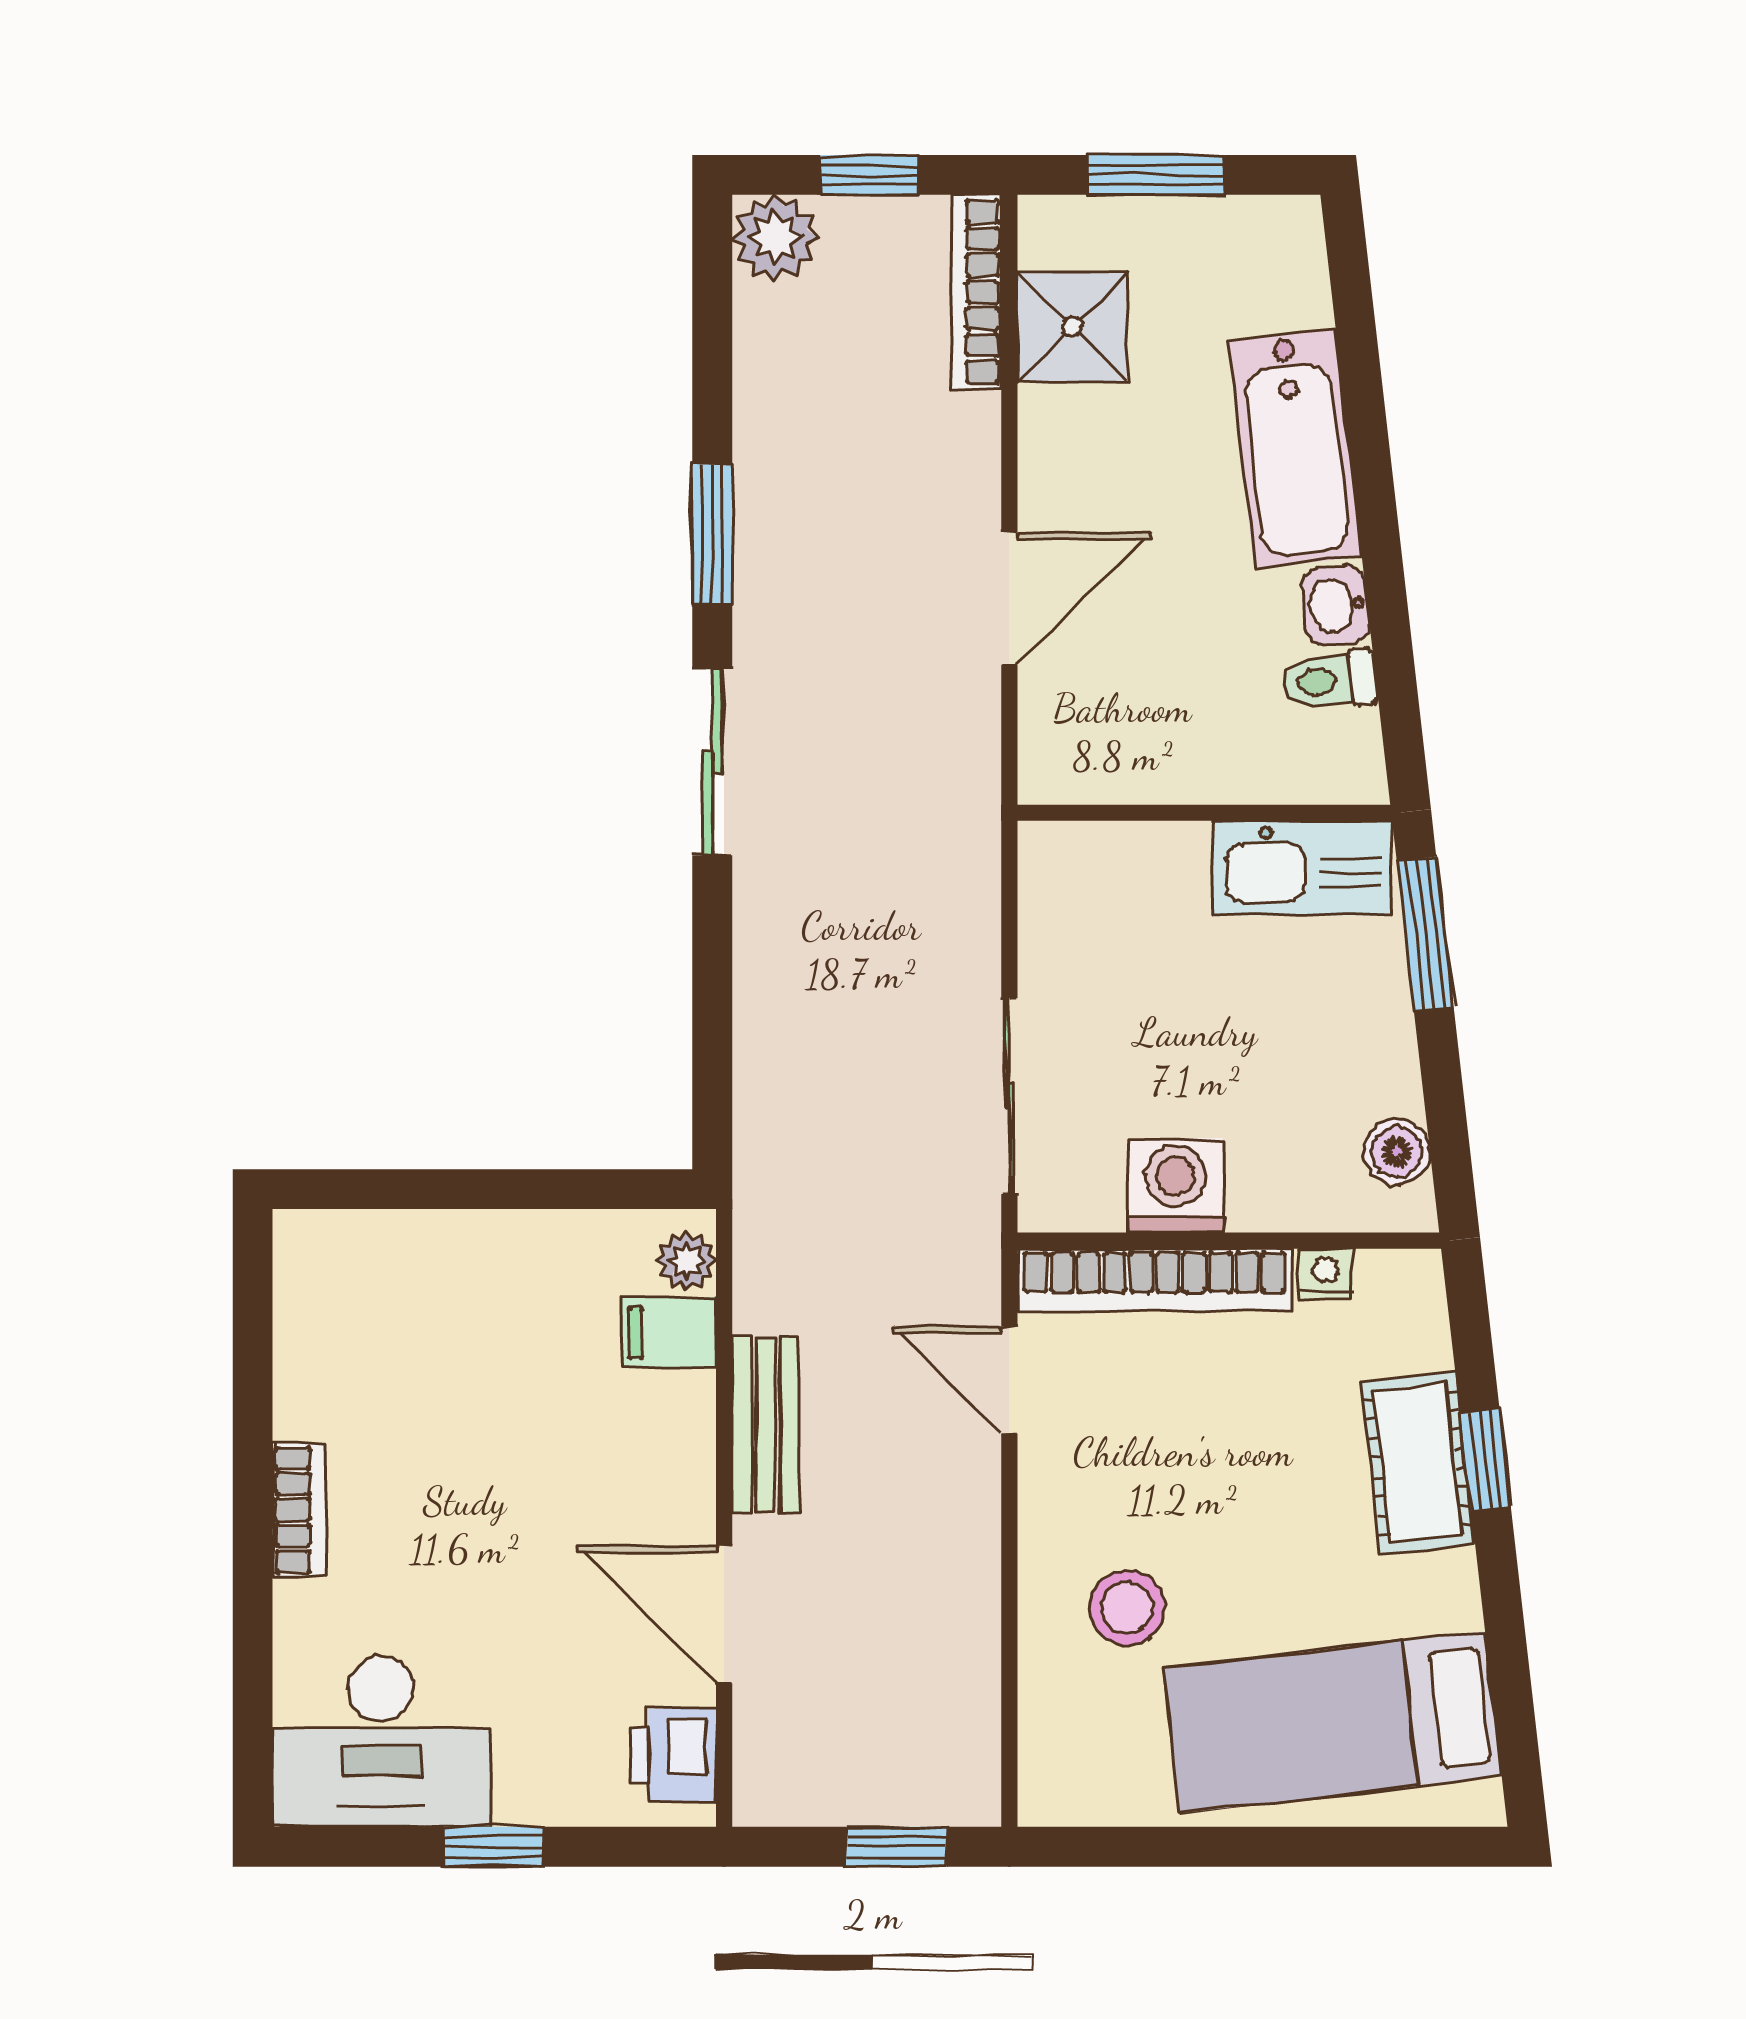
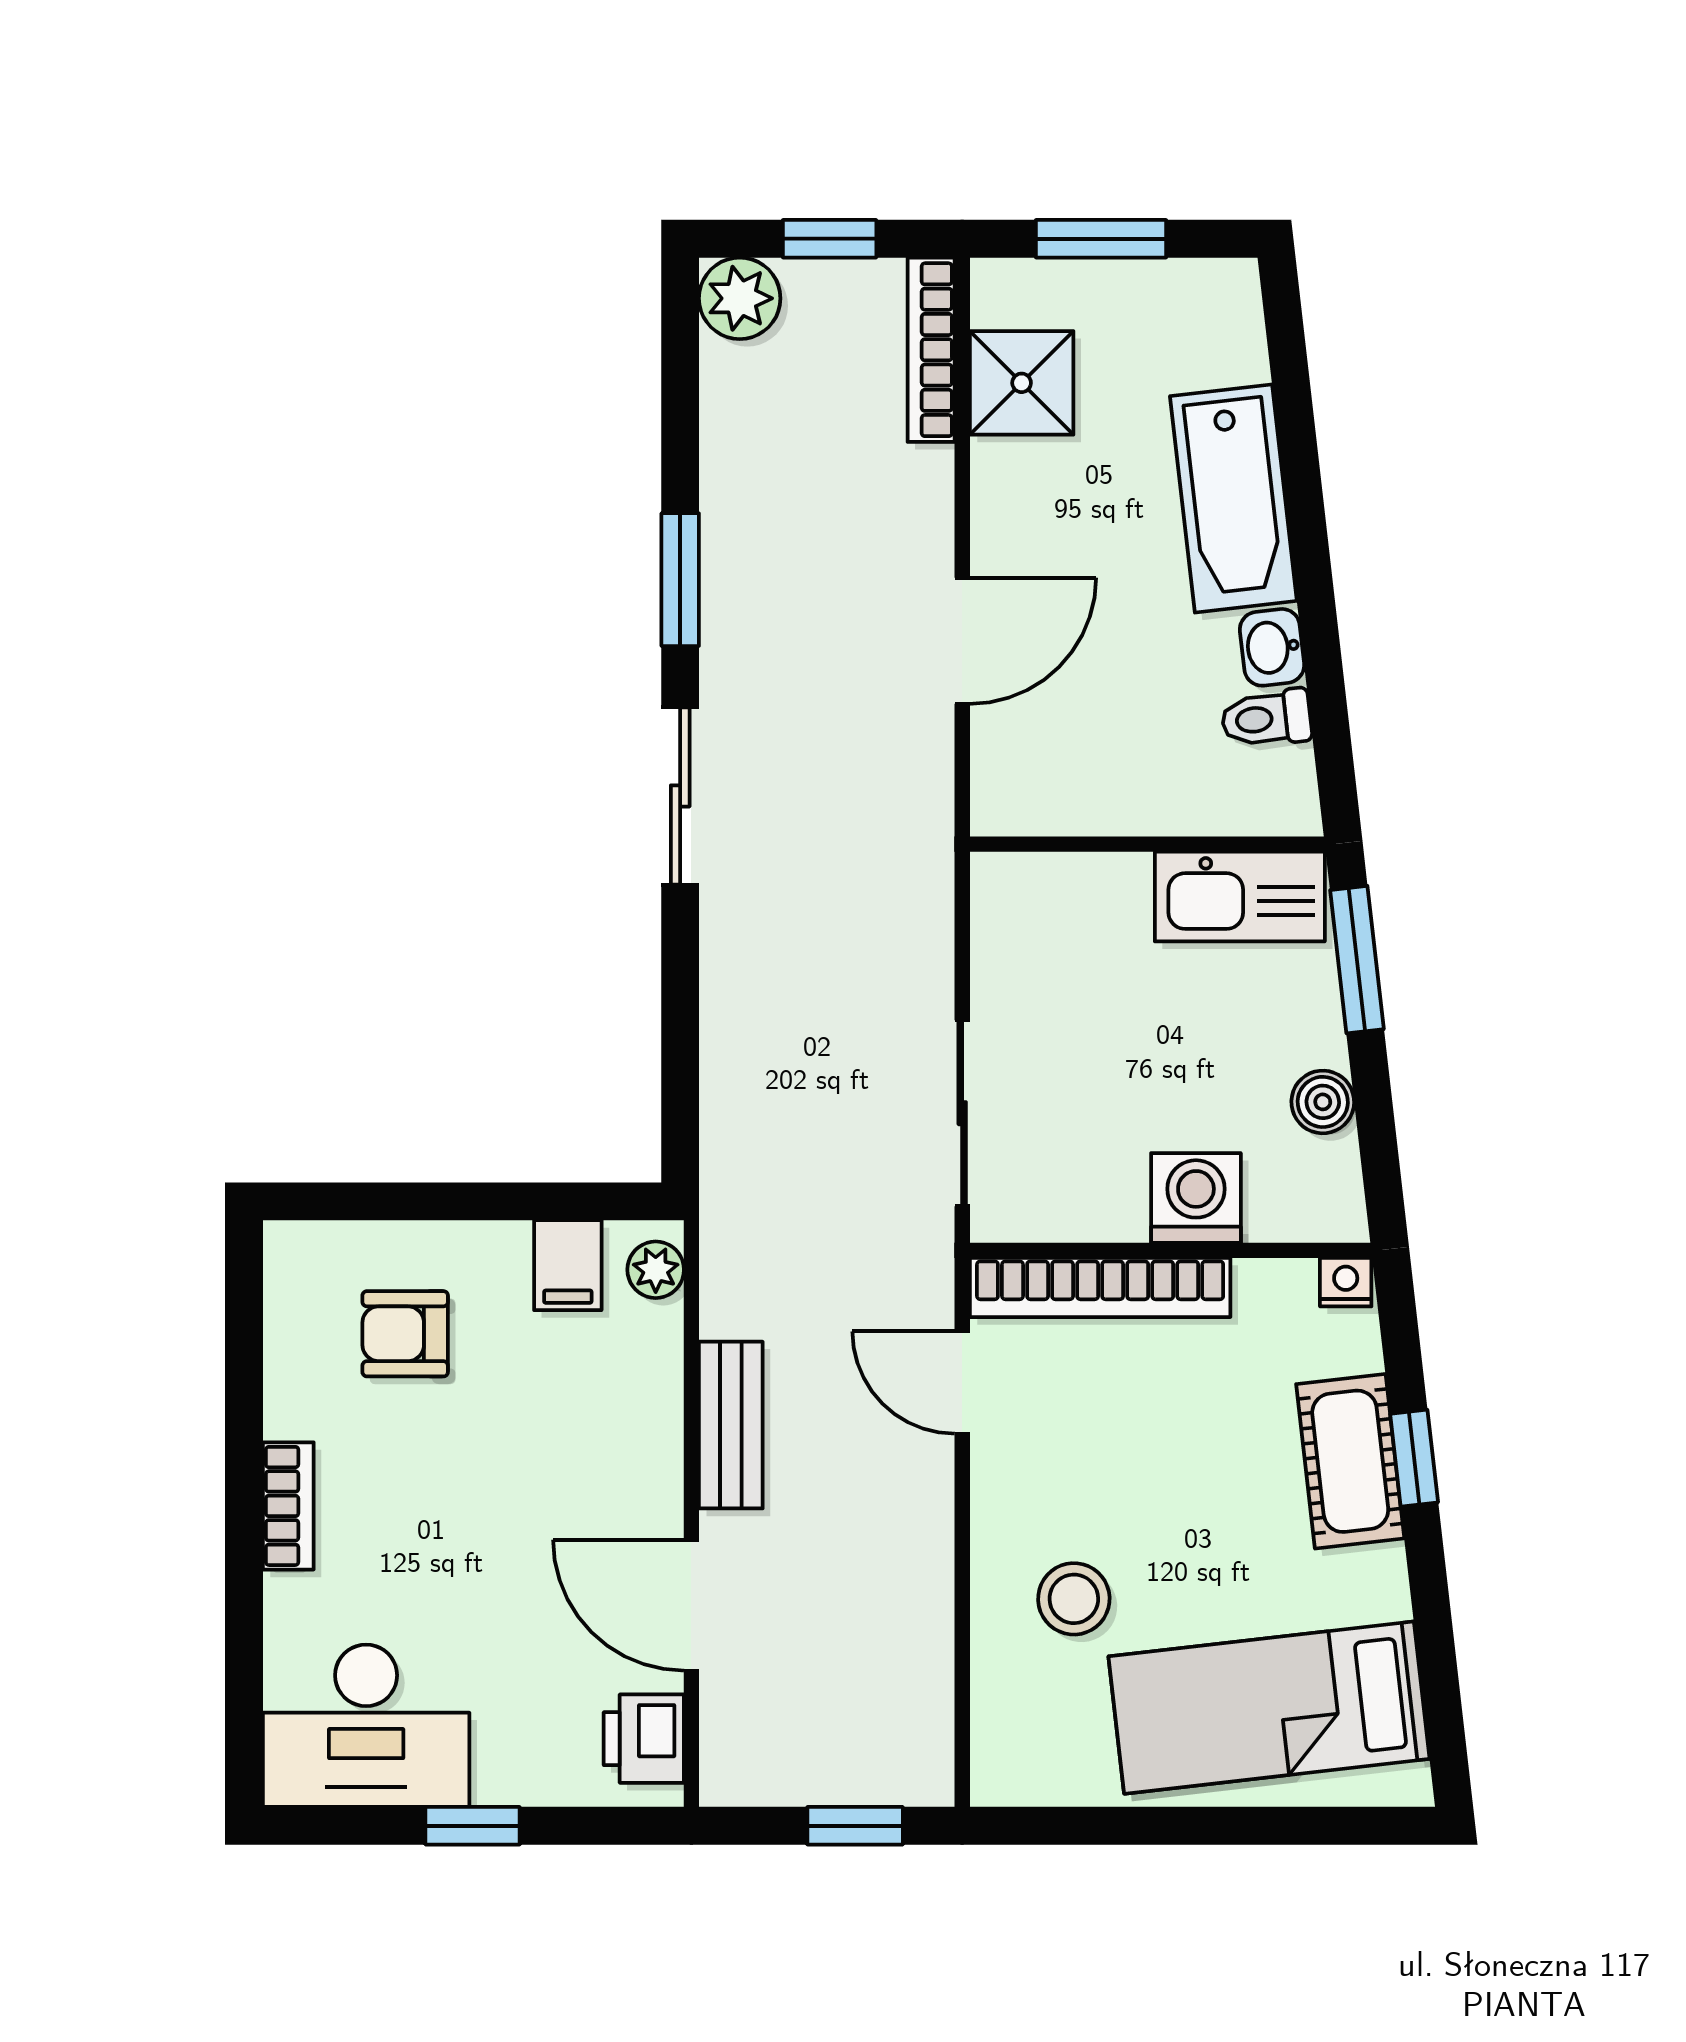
boiler: (1397, 1152) -> (1323, 1102), moved
washing machine: (1175, 1185) -> (1196, 1198), moved
nightstand: (1325, 1274) -> (1346, 1282), moved
armchair: (422, 1329) -> (405, 1334), added
filing cabinet: (669, 1333) -> (568, 1265), moved, turned -90

